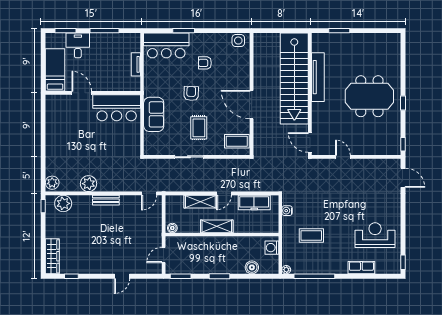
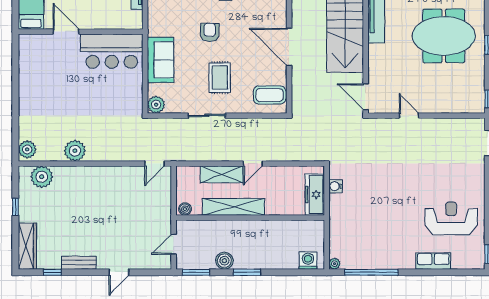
plant: (150, 149) -> (156, 105), added
bench: (106, 200) -> (79, 263), moved
freezer: (254, 202) -> (315, 194), moved, turned 90
window: (43, 206) -> (15, 207), moved
shelving: (217, 226) -> (233, 207), width x1.47
coffee table: (311, 235) -> (367, 219), removed
washing machine: (272, 248) -> (308, 260), moved, turned 90
boiler: (252, 267) -> (224, 261), moved

